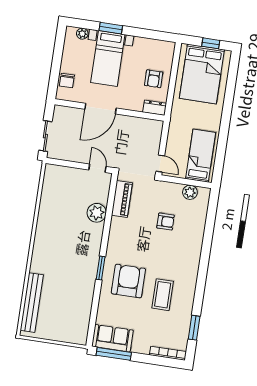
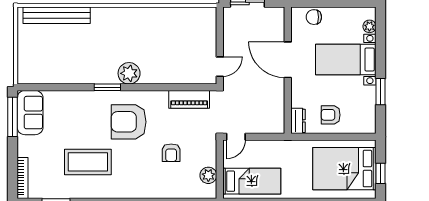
window: (111, 28) -> (381, 92), moved
plant: (97, 213) -> (129, 73), moved
armchair: (128, 281) -> (129, 122), moved, turned 180
coffee table: (163, 295) -> (88, 162), width x1.36, depth x1.32

